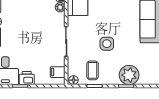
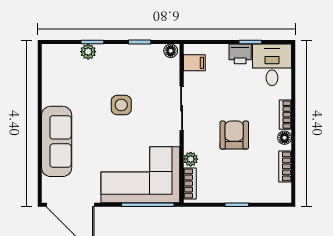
armchair: (31, 23) -> (234, 135), added
coffee table: (93, 70) -> (142, 65), removed
plant: (129, 75) -> (88, 52), width x0.53, depth x0.53

